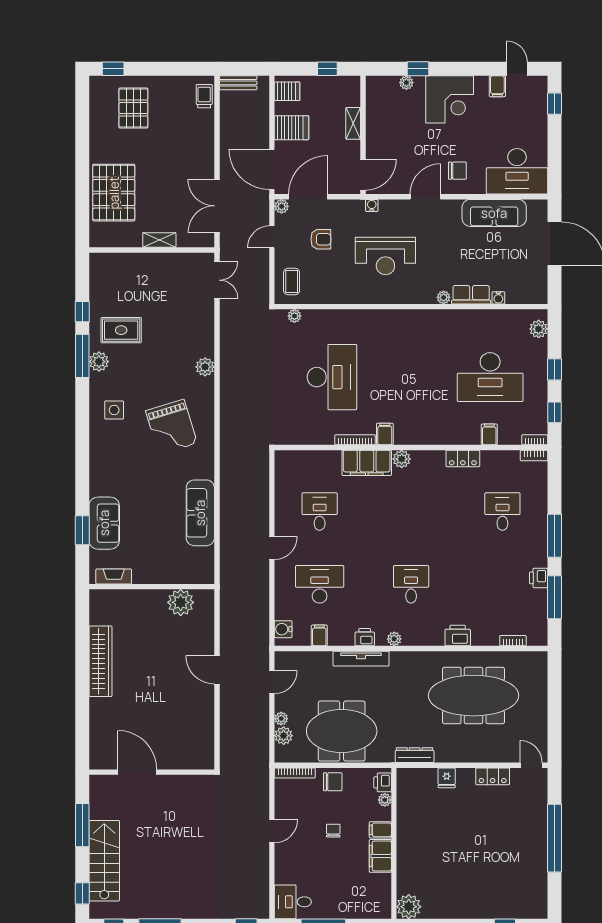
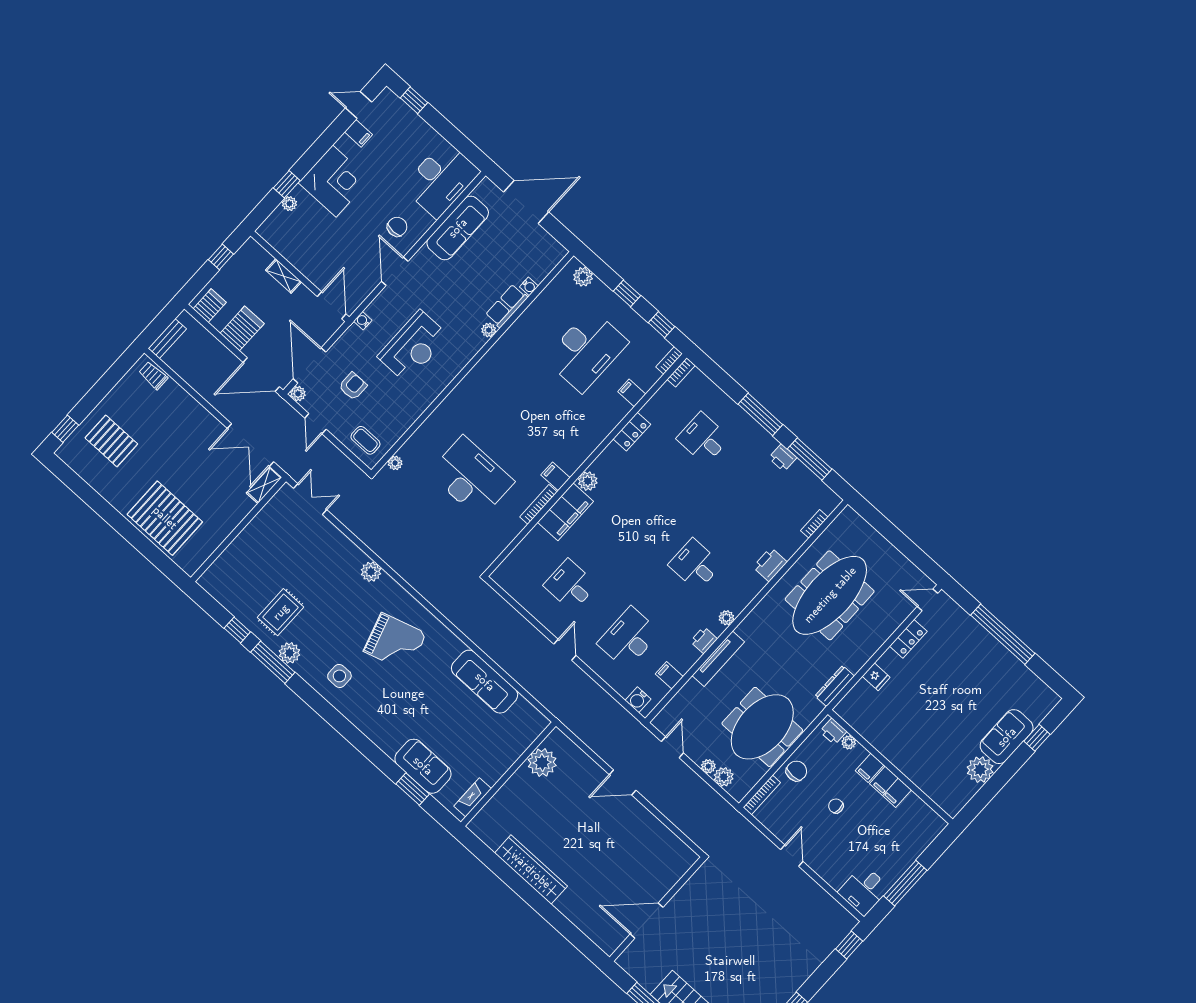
shelving: (159, 240) -> (264, 485), moved
sofa: (487, 904) -> (1007, 737), added
plant: (409, 907) -> (980, 770), moved

